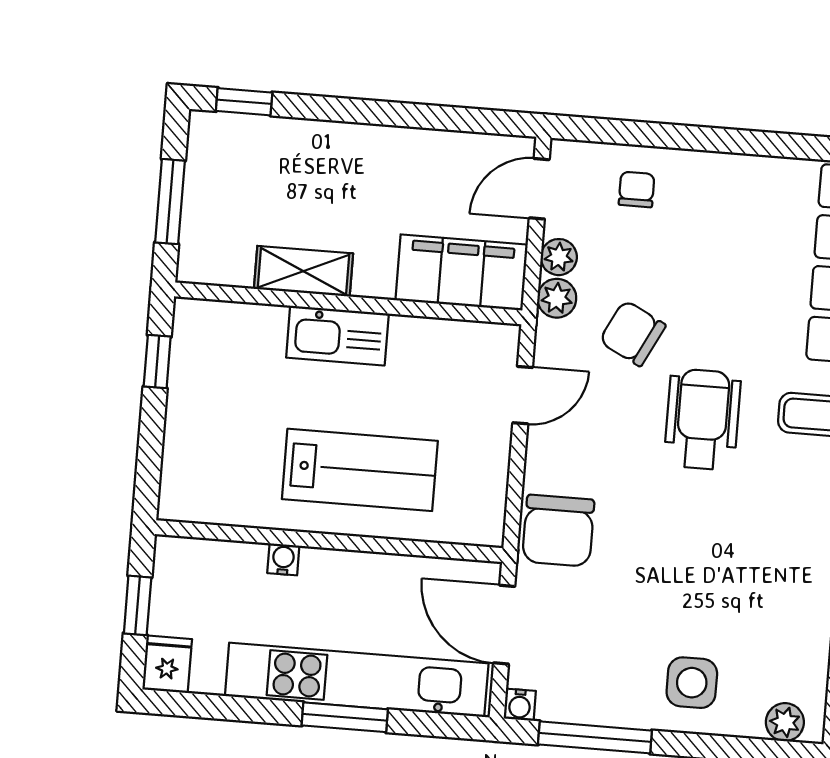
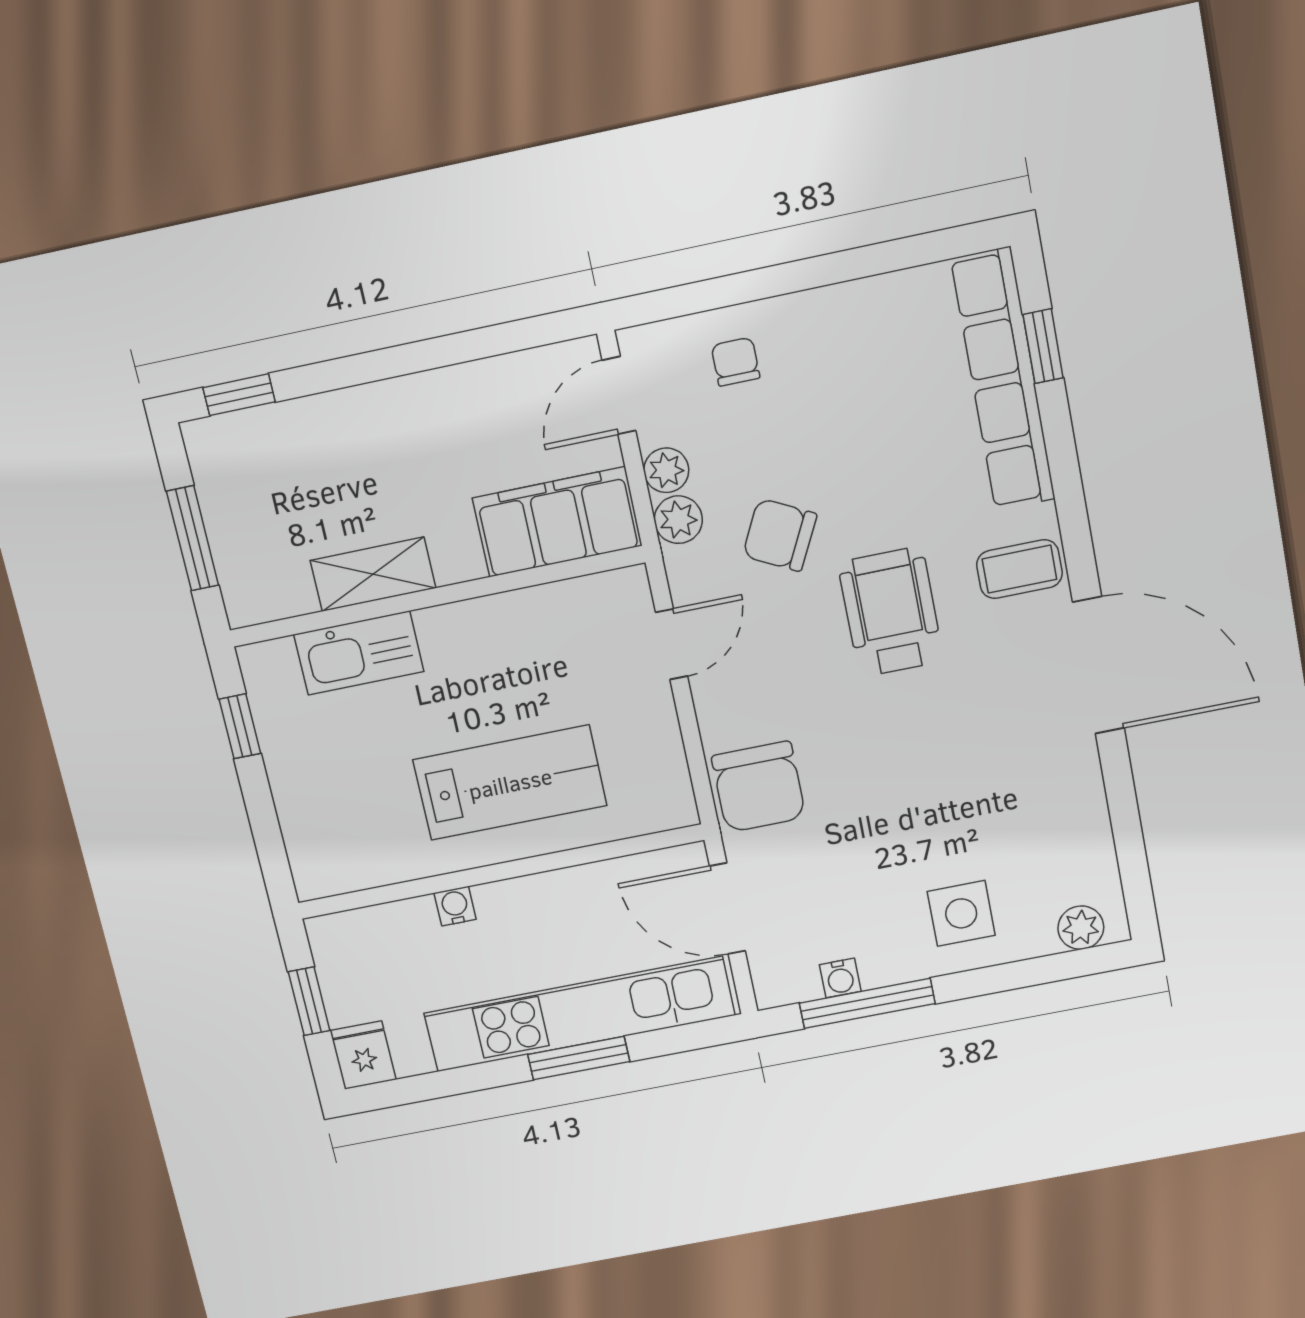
kitchen sink: (337, 336) -> (359, 653), moved
water cooler: (520, 705) -> (840, 978), moved

